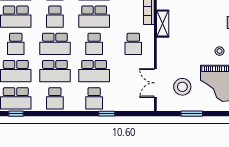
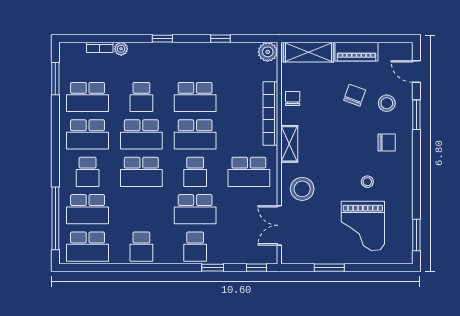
school desk: (55, 17) -> (141, 134), width x1.85
school desk: (133, 44) -> (249, 172), width x1.85
school desk: (55, 71) -> (141, 209), removed
stool: (182, 87) -> (302, 189), moved
window: (16, 114) -> (257, 268), moved

